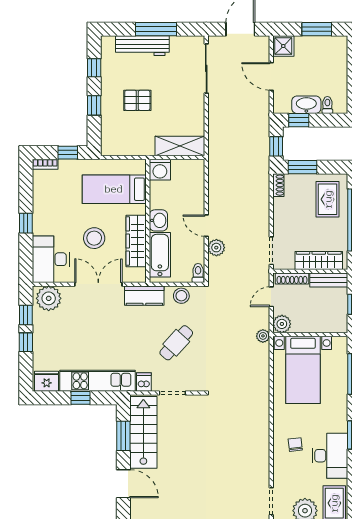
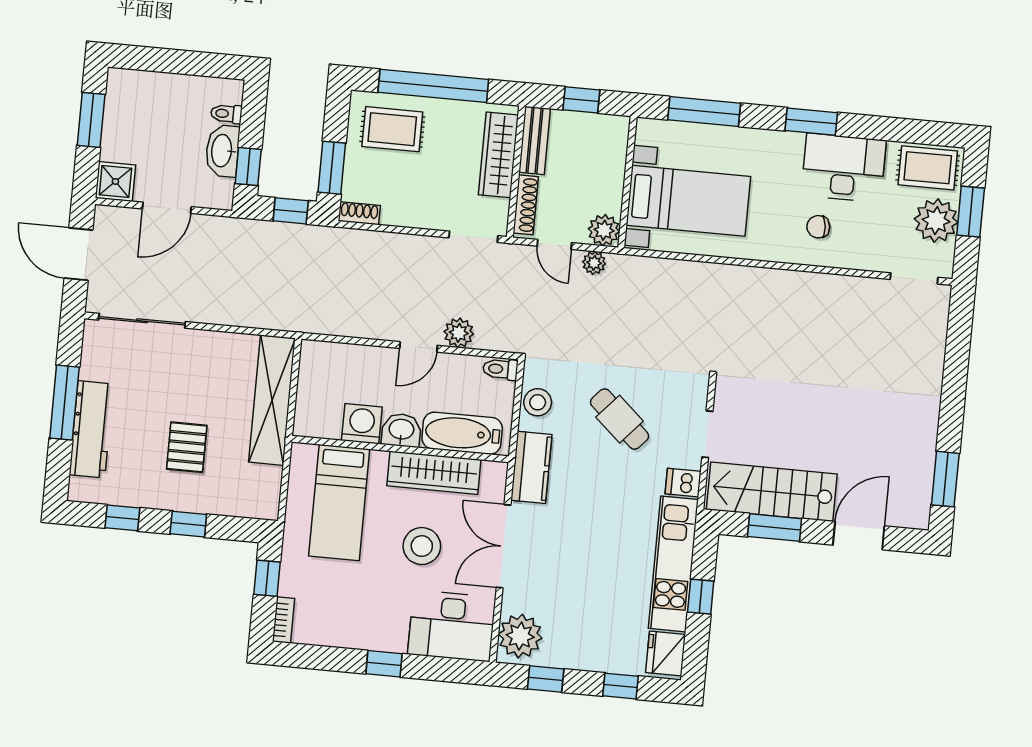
shelving: (180, 146) -> (272, 400), width x1.47
washing machine: (160, 170) -> (362, 424), moved, turned -90
plant: (263, 336) -> (594, 263), moved
window: (26, 342) -> (621, 686), moved

